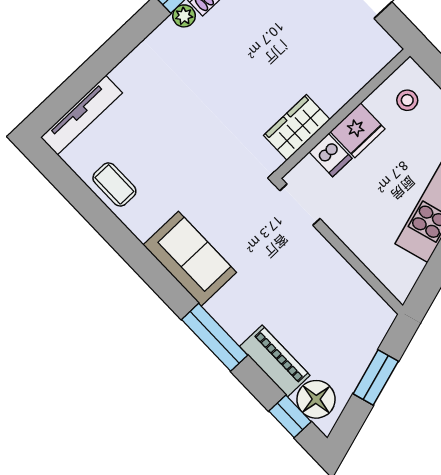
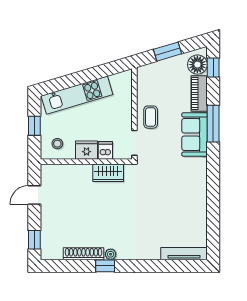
coffee table: (114, 184) -> (151, 117), moved
sofa: (190, 259) -> (195, 134), moved

